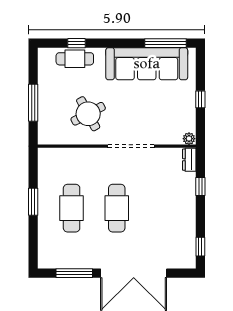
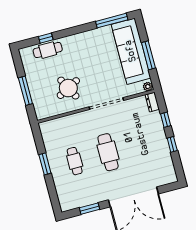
sofa: (147, 64) -> (131, 51), moved, turned 90
window: (200, 99) -> (148, 55), width x2.17
cafe table: (72, 208) -> (75, 161), width x0.73, depth x0.74
window: (200, 247) -> (172, 144), moved
window: (74, 273) -> (89, 209), width x0.69

